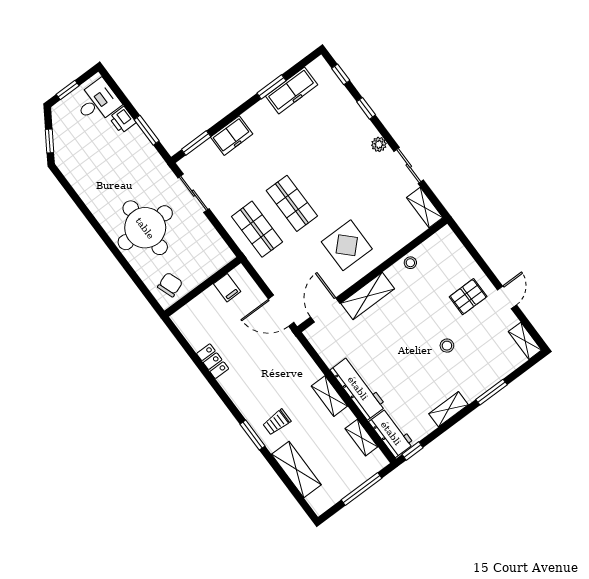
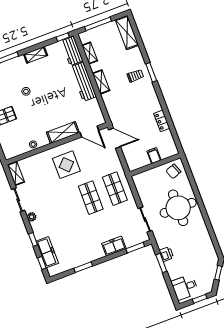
freezer: (292, 90) -> (47, 252), moved, turned 90
printer: (123, 120) -> (166, 254), moved
filing cabinet: (227, 288) -> (154, 156), moved
door: (325, 310) -> (89, 131), hinge flipped
shelving: (296, 470) -> (127, 32), moved

